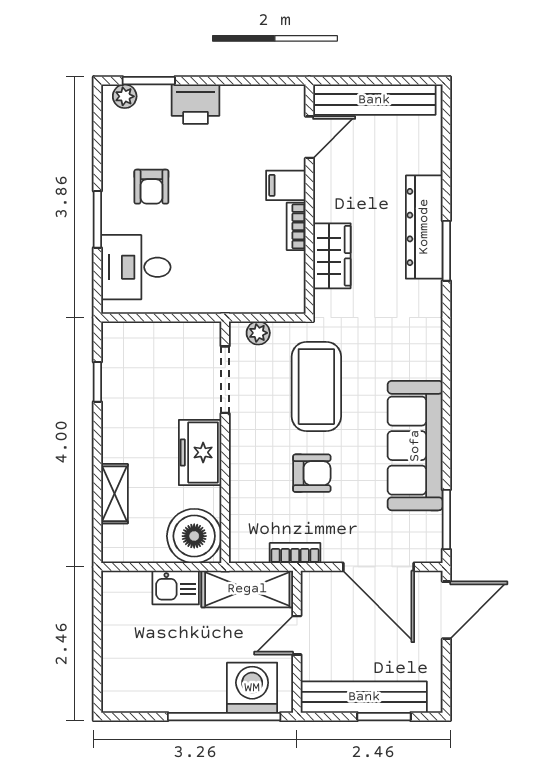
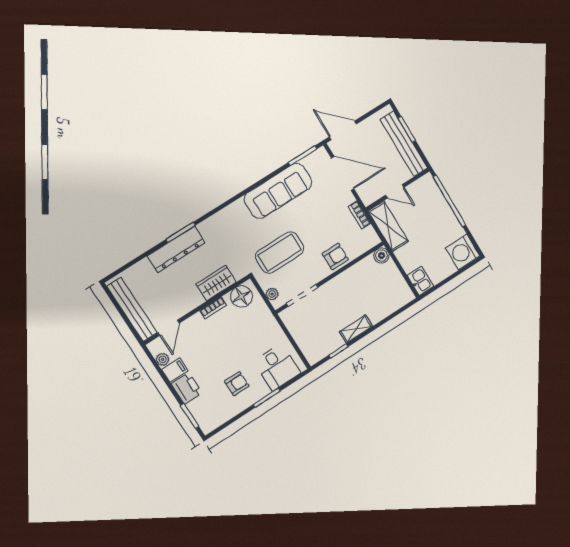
plant: (125, 96) -> (163, 359), moved
door: (309, 137) -> (169, 328), swing flipped
filing cabinet: (286, 185) -> (175, 370), moved, turned -90
floor lamp: (285, 282) -> (241, 296), added
freezer: (200, 452) -> (341, 286), removed
armchair: (312, 473) -> (335, 257), moved, turned 90
shelving: (114, 494) -> (356, 329), moved
boiler: (194, 536) -> (381, 256), width x0.54, depth x0.54
door: (379, 567) -> (343, 173), hinge flipped
kitchen sink: (176, 588) -> (420, 281), moved
washing machine: (252, 688) -> (463, 252), moved

